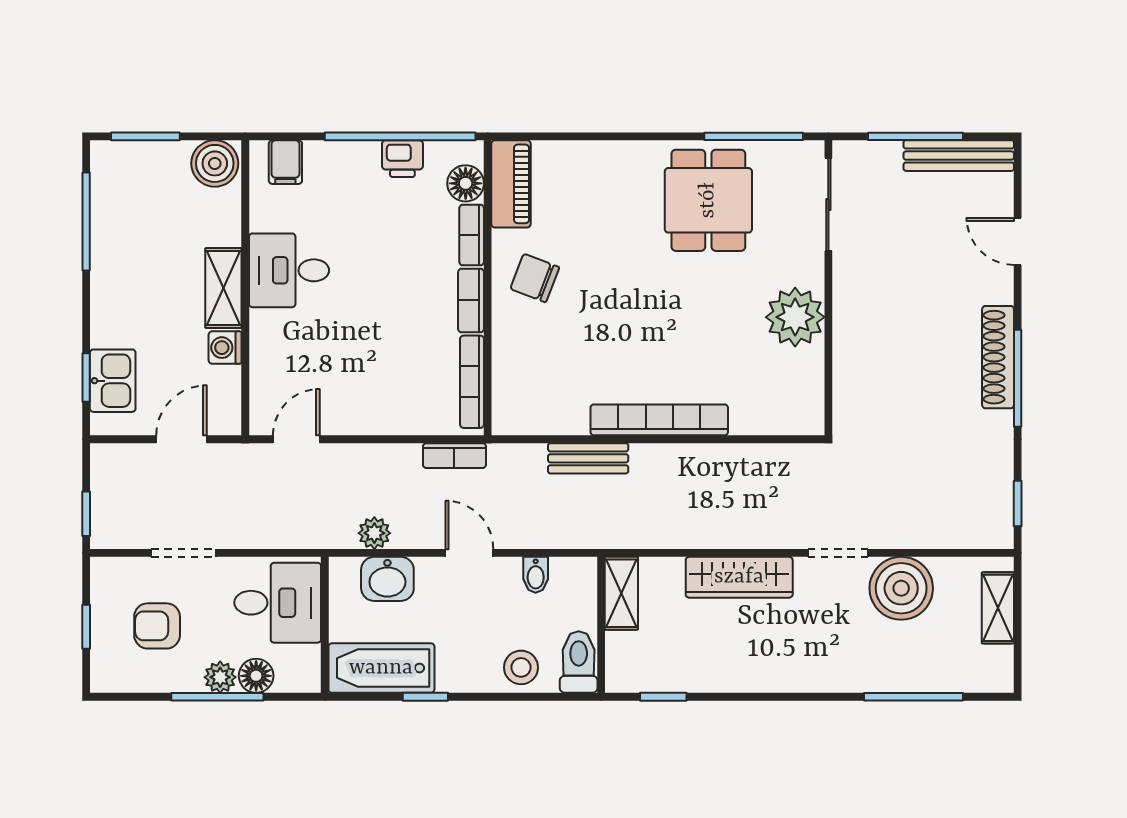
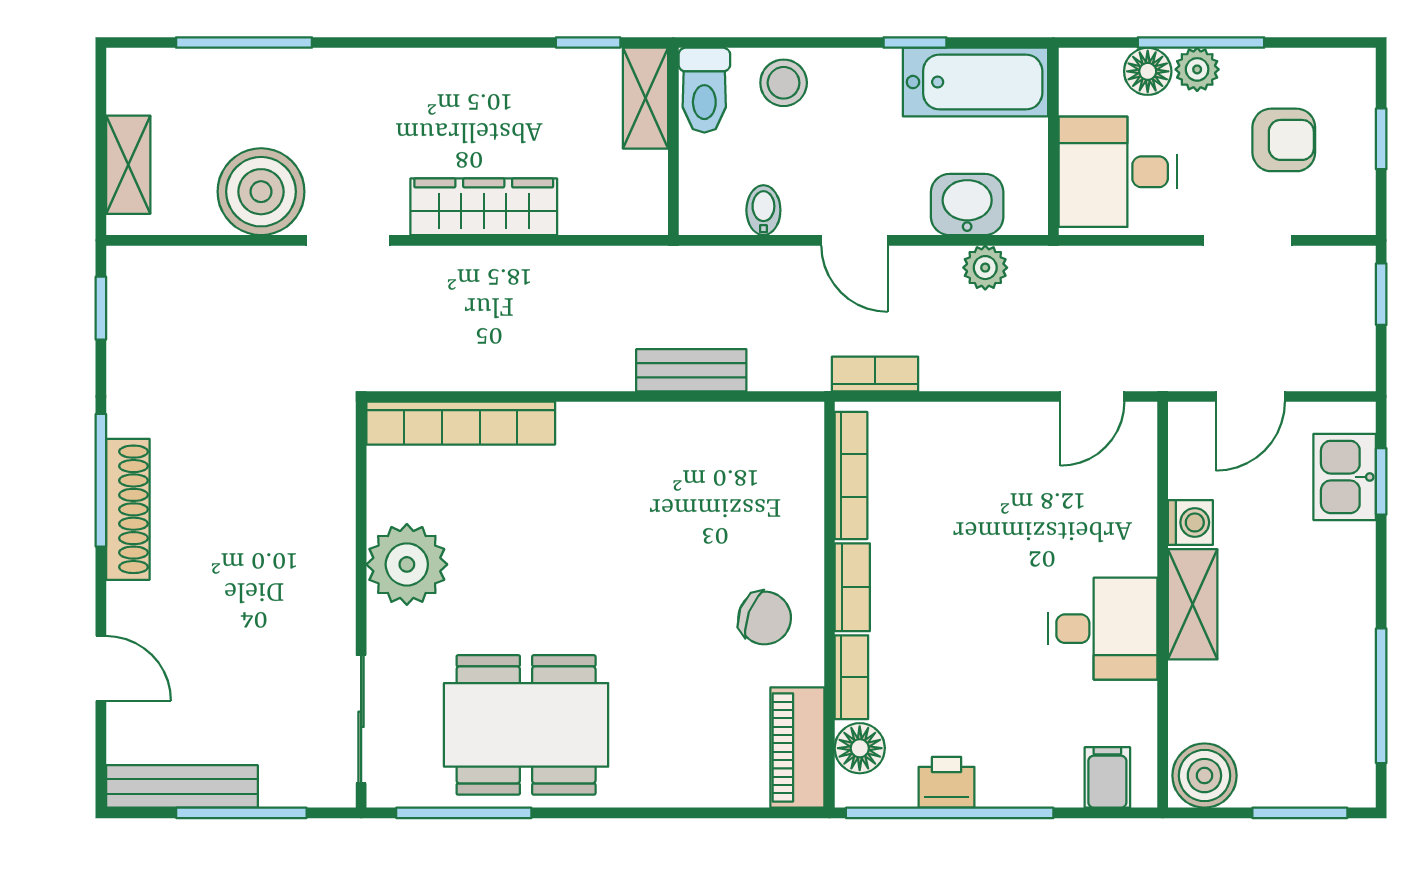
dining table: (708, 200) -> (526, 725), width x1.38
bookcase: (659, 420) -> (461, 423), moved
shelving: (621, 593) -> (645, 98), moved

